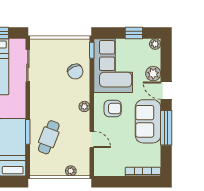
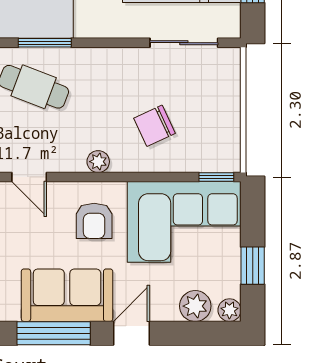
chair: (75, 72) -> (154, 126), moved
plant: (153, 74) -> (195, 306), moved
door: (92, 139) -> (29, 177), hinge flipped

